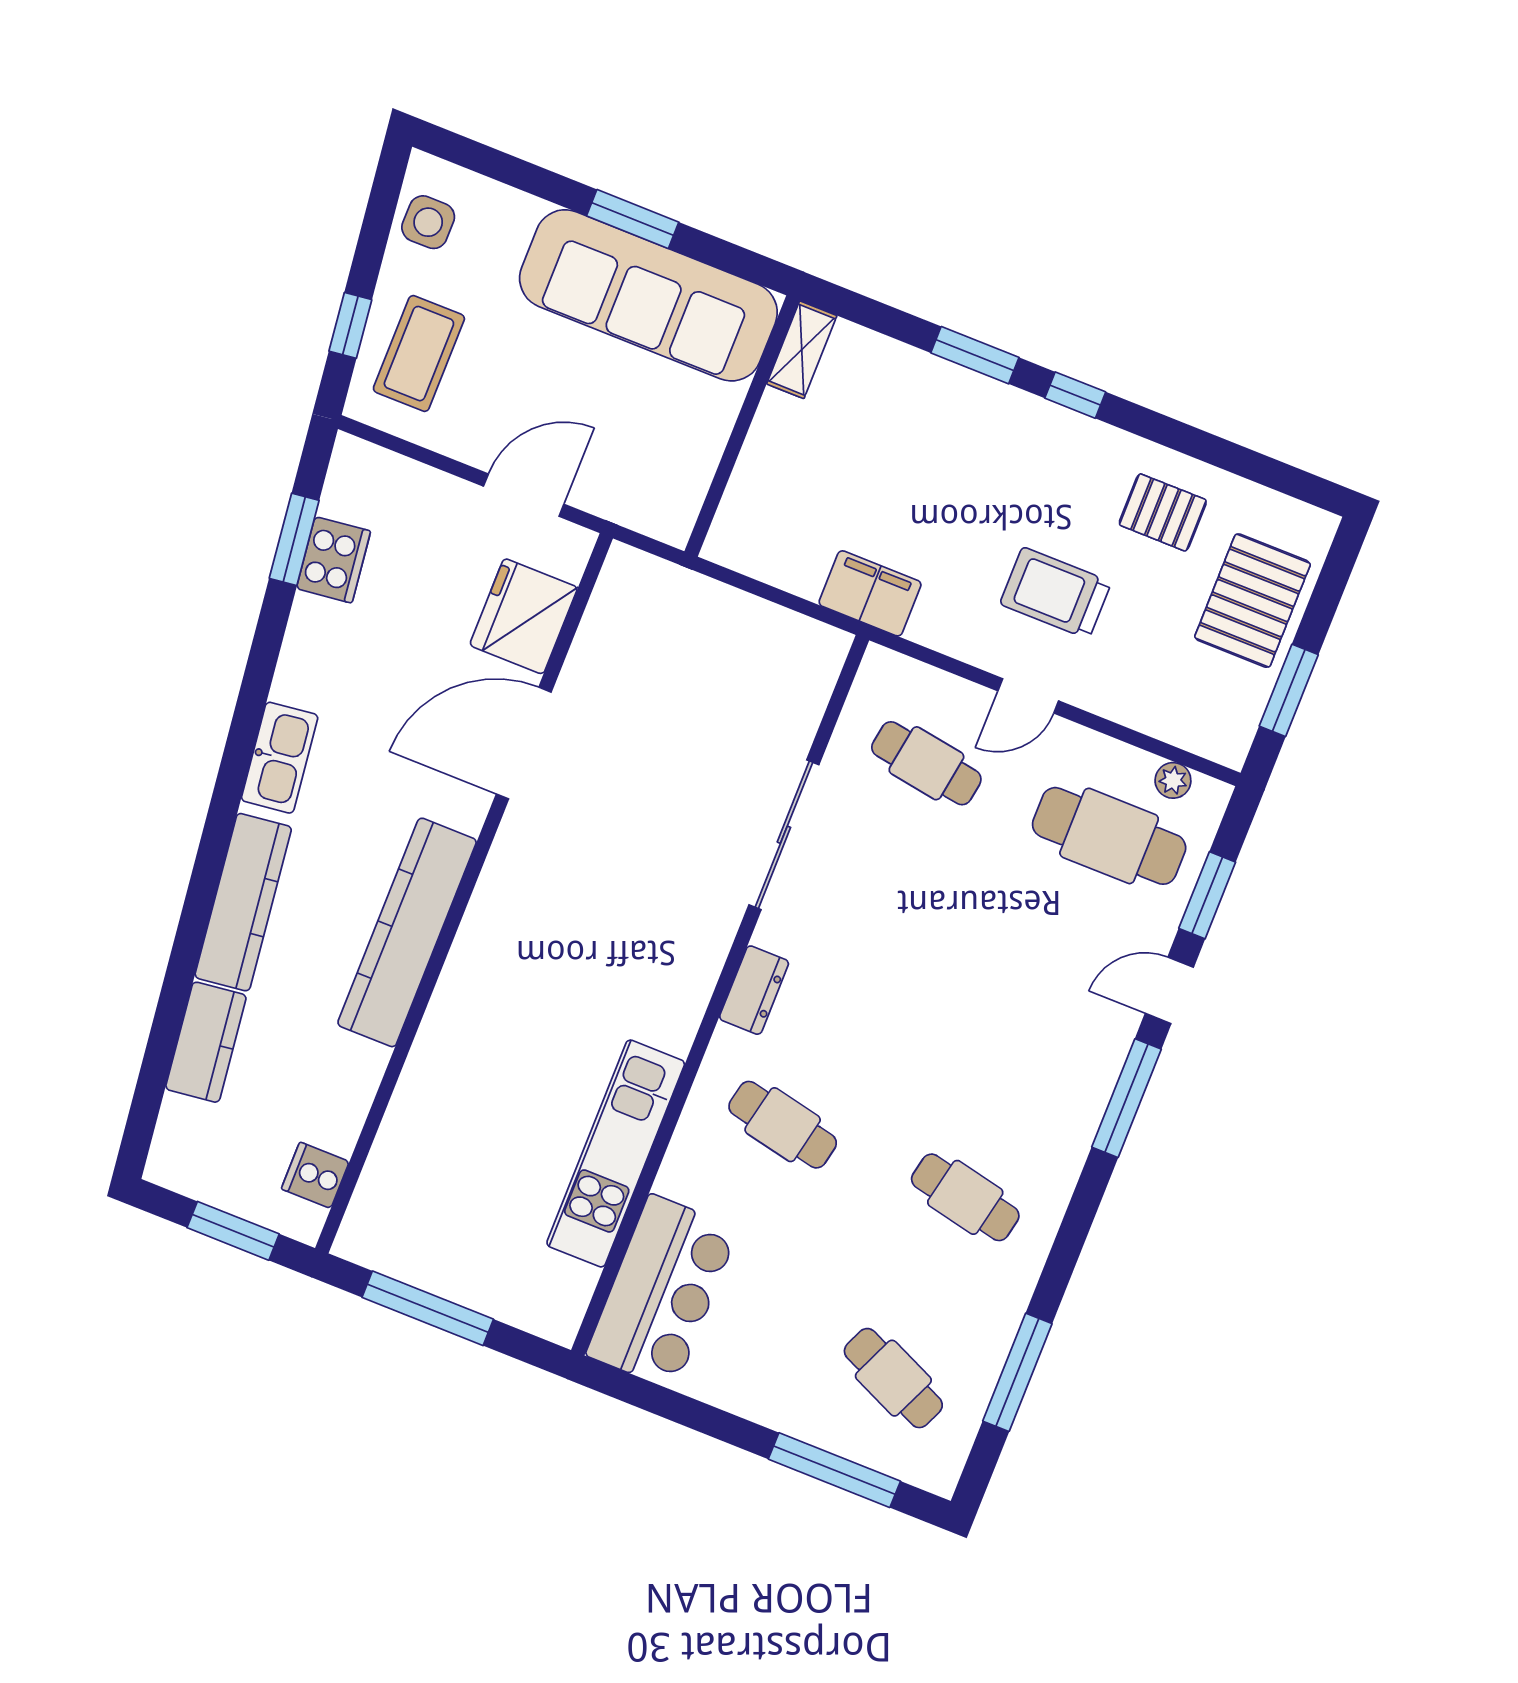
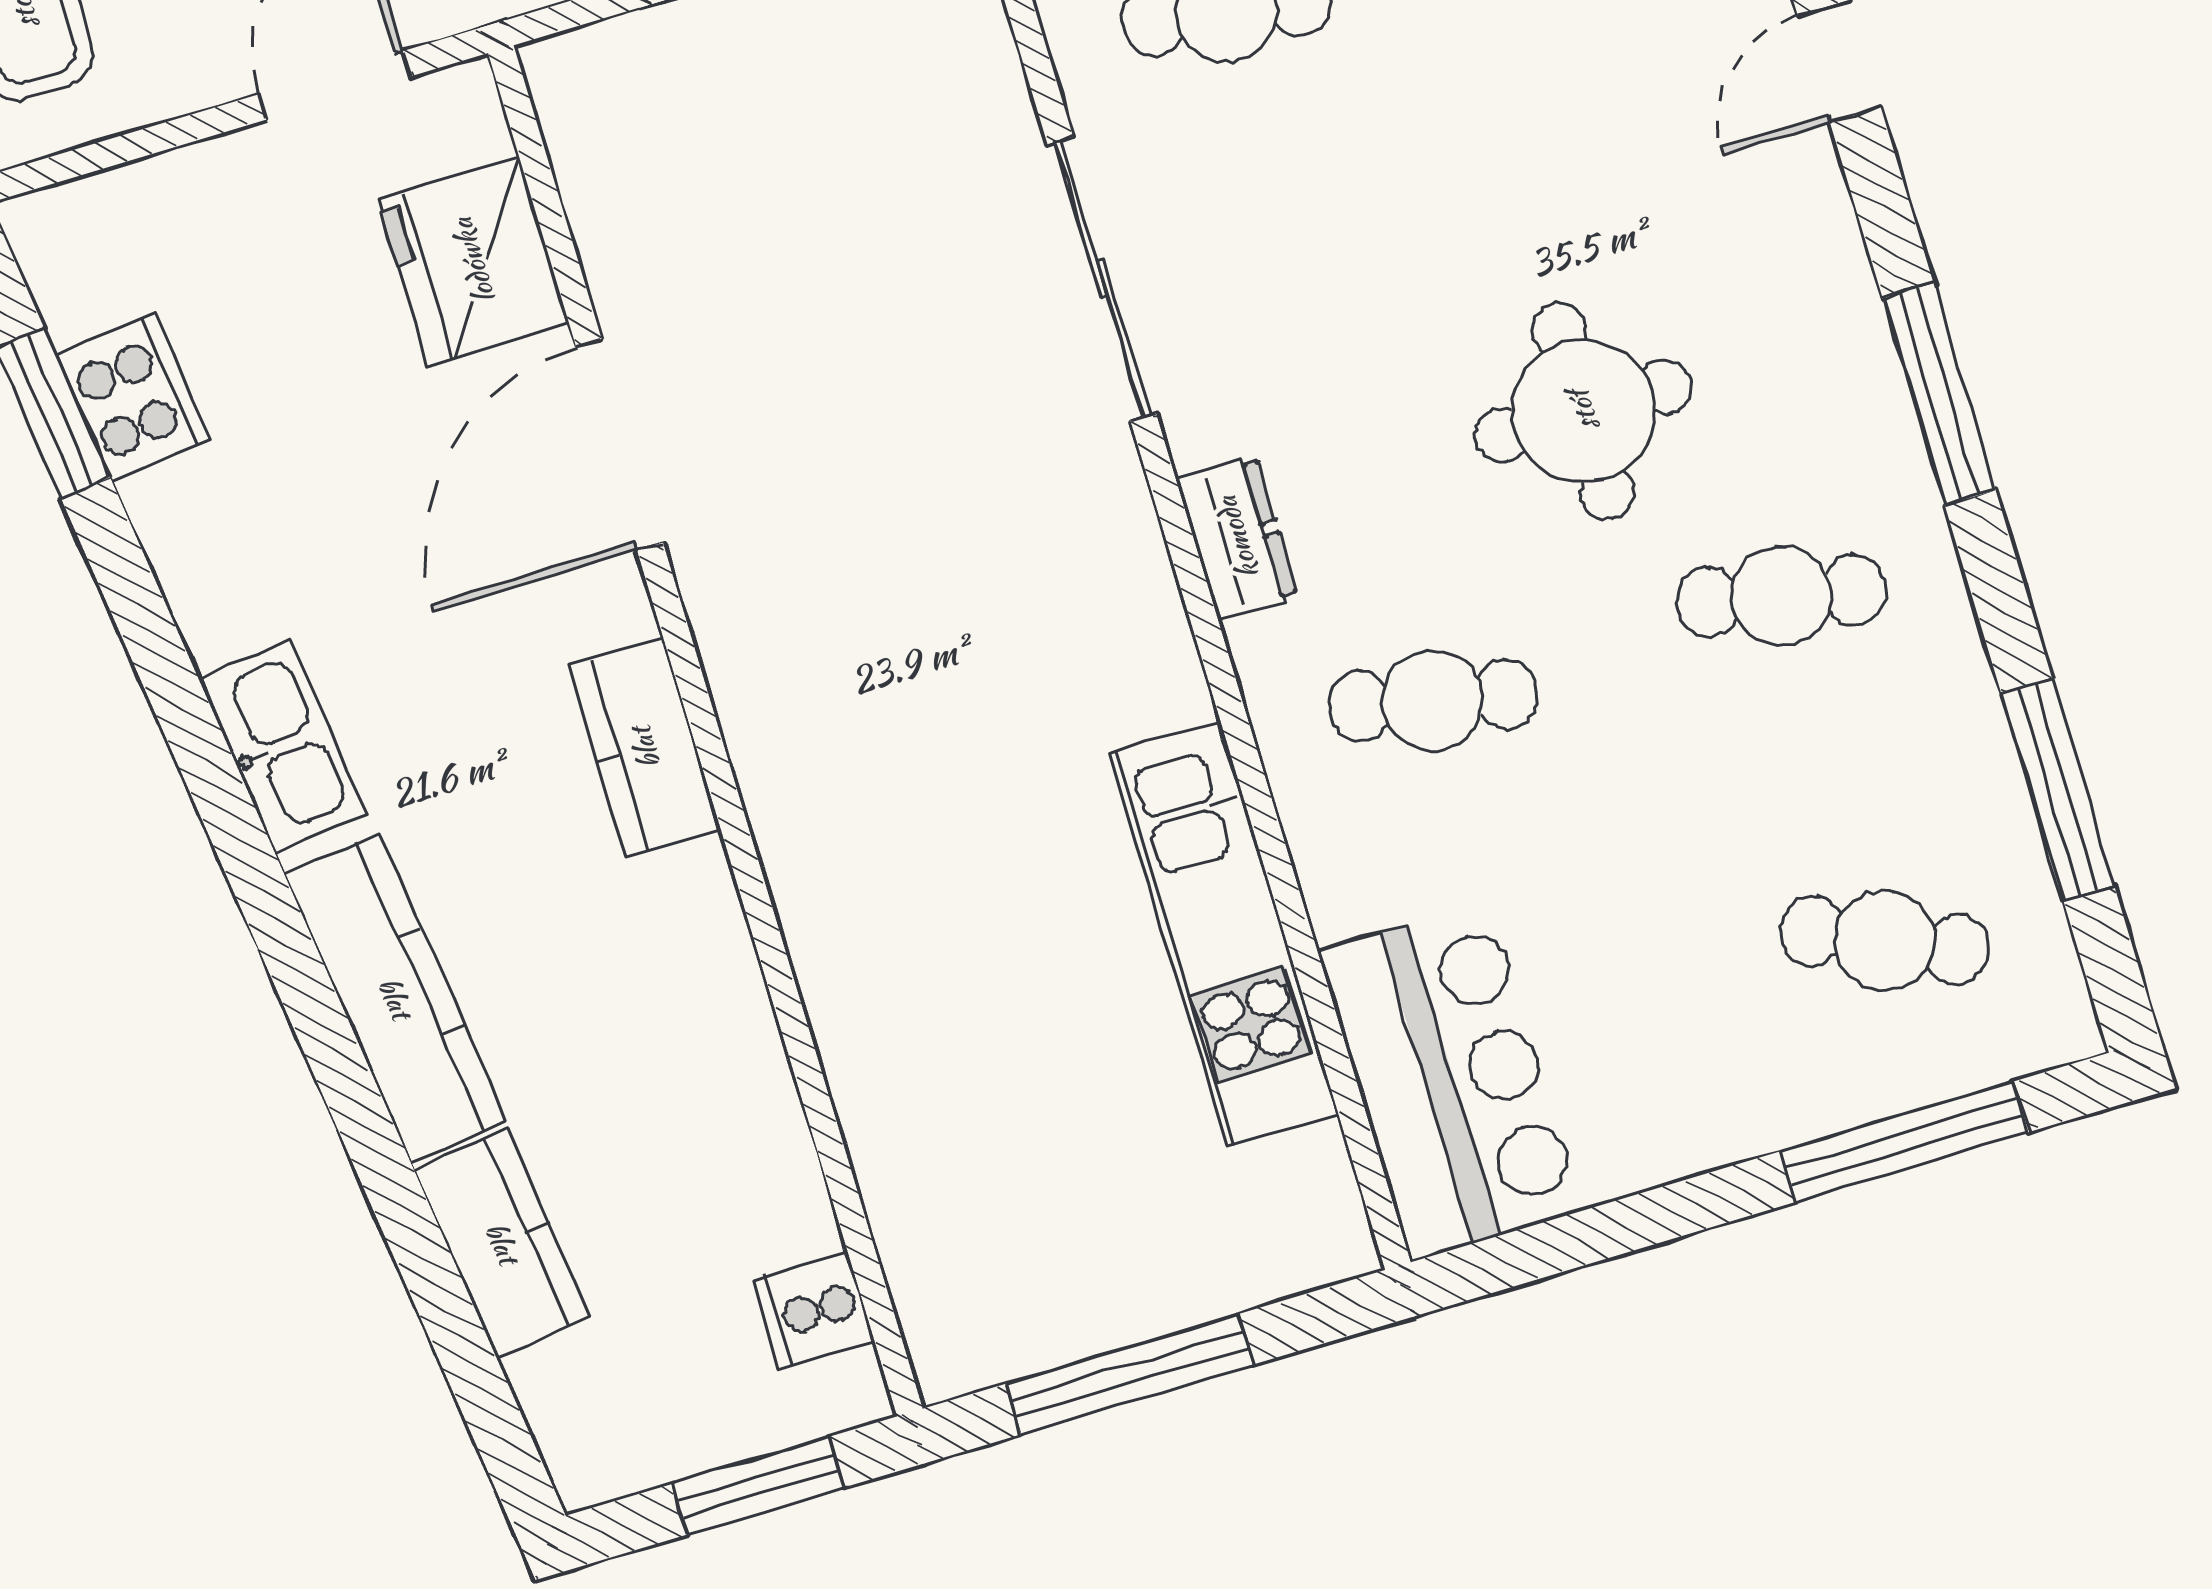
kitchen counter: (407, 932) -> (645, 748), width x0.48, depth x0.86
round table: (944, 1053) -> (1583, 411), added
window: (1126, 1098) -> (1939, 394), moved

